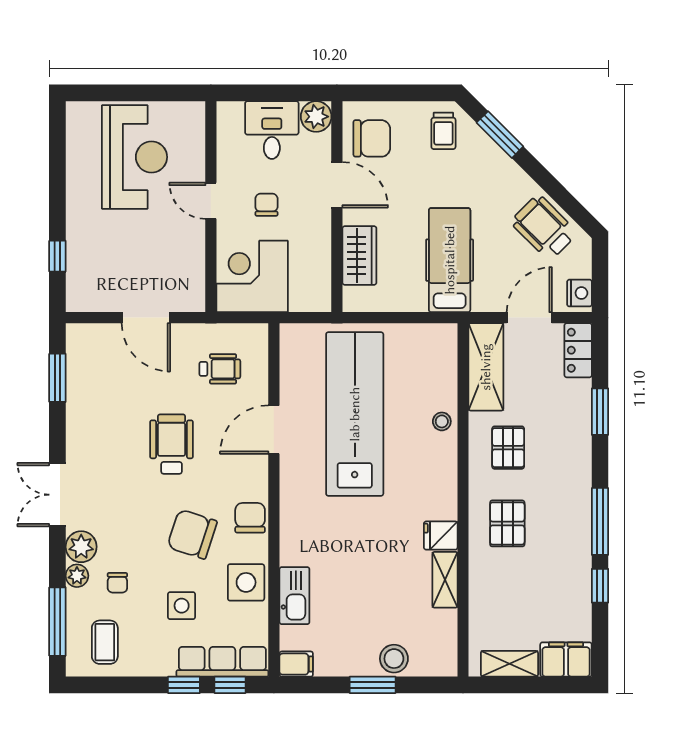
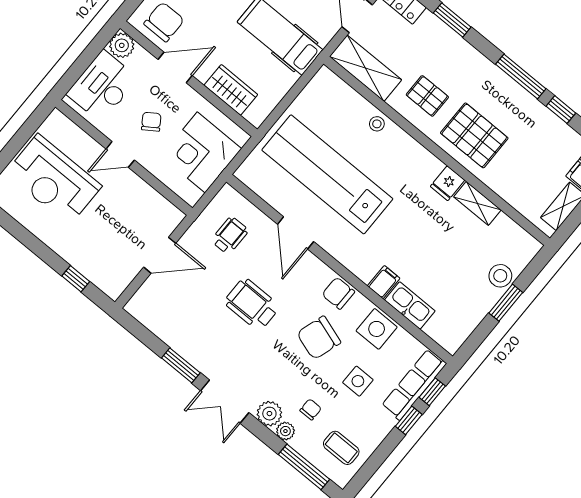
desk: (272, 130) -> (102, 86), width x1.37
reception desk: (134, 157) -> (54, 180), turned 180
chair: (266, 205) -> (151, 122), turned 56
corner desk: (252, 276) -> (201, 152), moved
window: (57, 378) -> (181, 365), moved
pallet: (507, 523) -> (474, 135), width x1.50, depth x1.42
chair: (117, 583) -> (311, 409), turned -90
filing cabinet: (296, 664) -> (384, 282), moved

